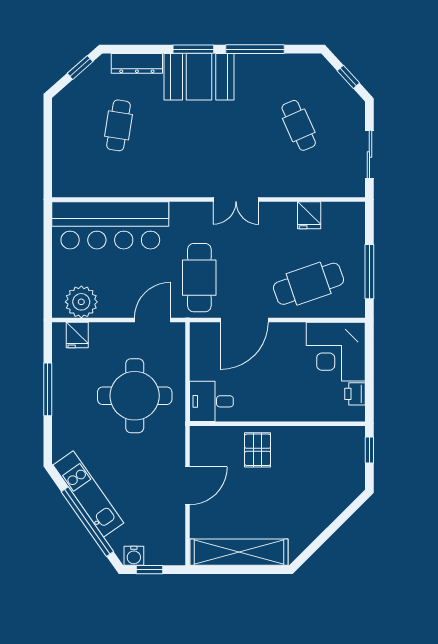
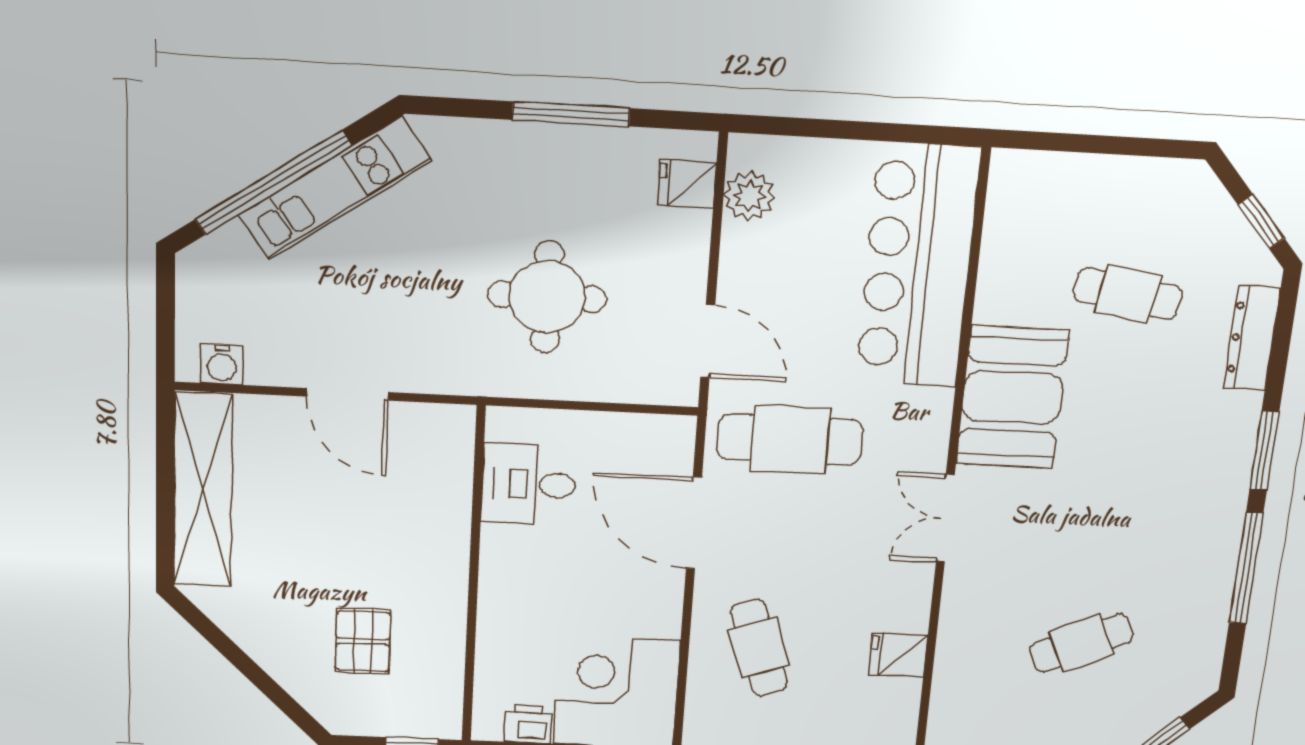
booth: (199, 77) -> (1012, 397), moved
cafe table: (309, 284) -> (759, 648), width x0.73, depth x0.74
plant: (81, 302) -> (749, 196), width x0.73, depth x0.73
round table: (135, 396) -> (547, 297), width x0.73, depth x0.73
desk: (211, 401) -> (529, 484), moved, turned -90
pallet: (258, 450) -> (363, 641), moved, turned 90
water cooler: (134, 556) -> (222, 364), moved, turned -90
window: (149, 570) -> (165, 308), removed

